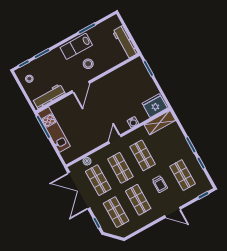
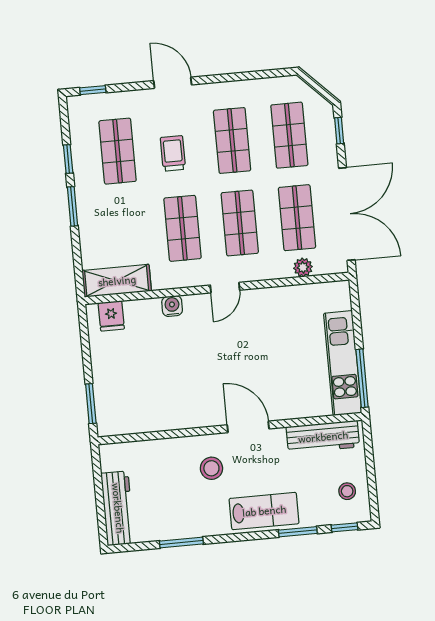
workbench: (125, 42) -> (118, 508), moved
lab bench: (76, 46) -> (264, 511), moved
door: (81, 87) -> (248, 427), hinge flipped
fridge: (155, 106) -> (111, 316), width x0.53, depth x0.75

